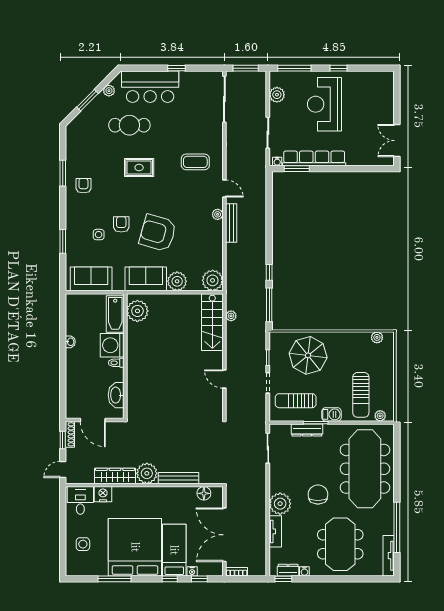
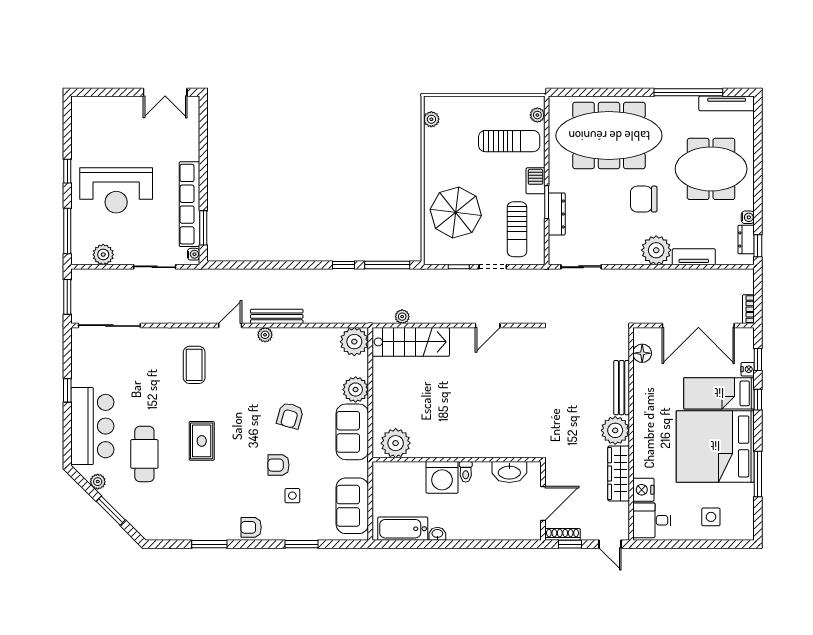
armchair: (83, 186) -> (251, 527), moved
armchair: (158, 233) -> (290, 416), width x0.53, depth x0.53
bathtub: (115, 314) -> (403, 529), moved, turned 180

